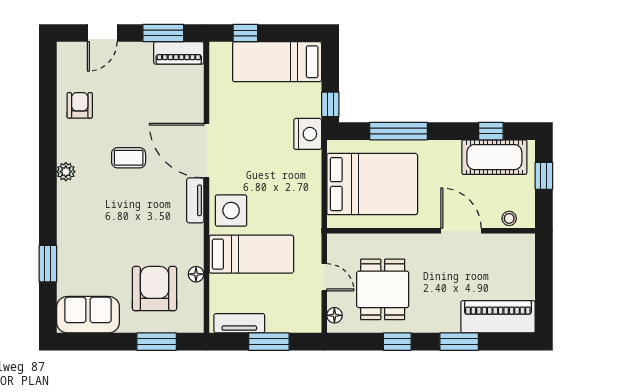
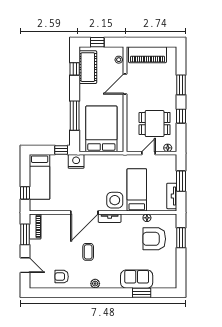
sofa: (88, 315) -> (137, 279), moved, turned 90
piano: (498, 317) -> (148, 55), moved, turned -90

